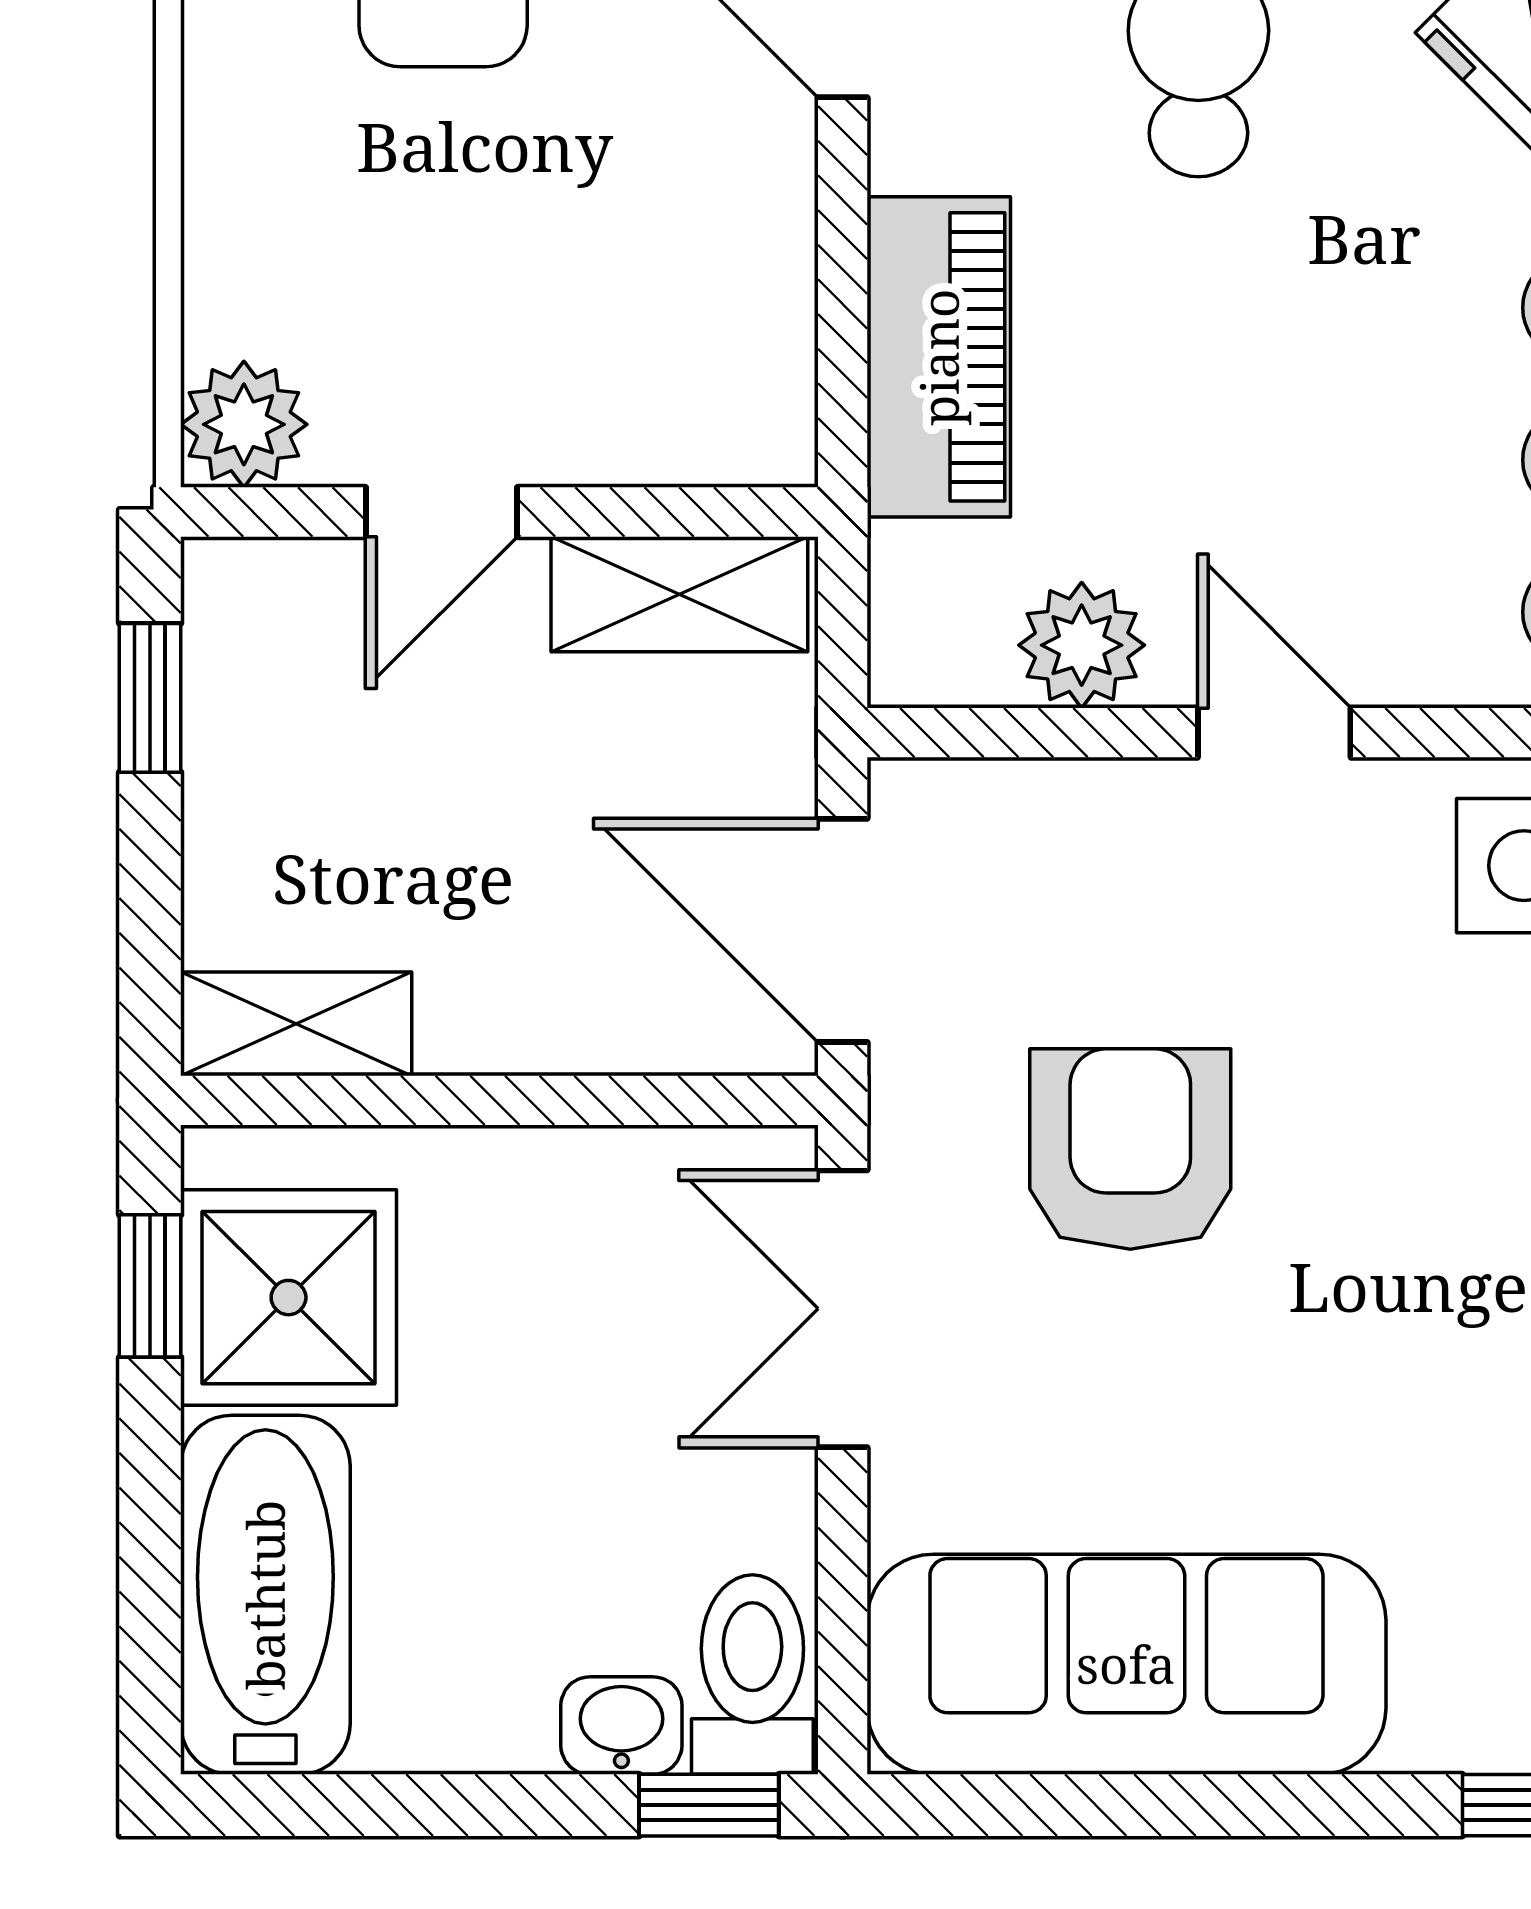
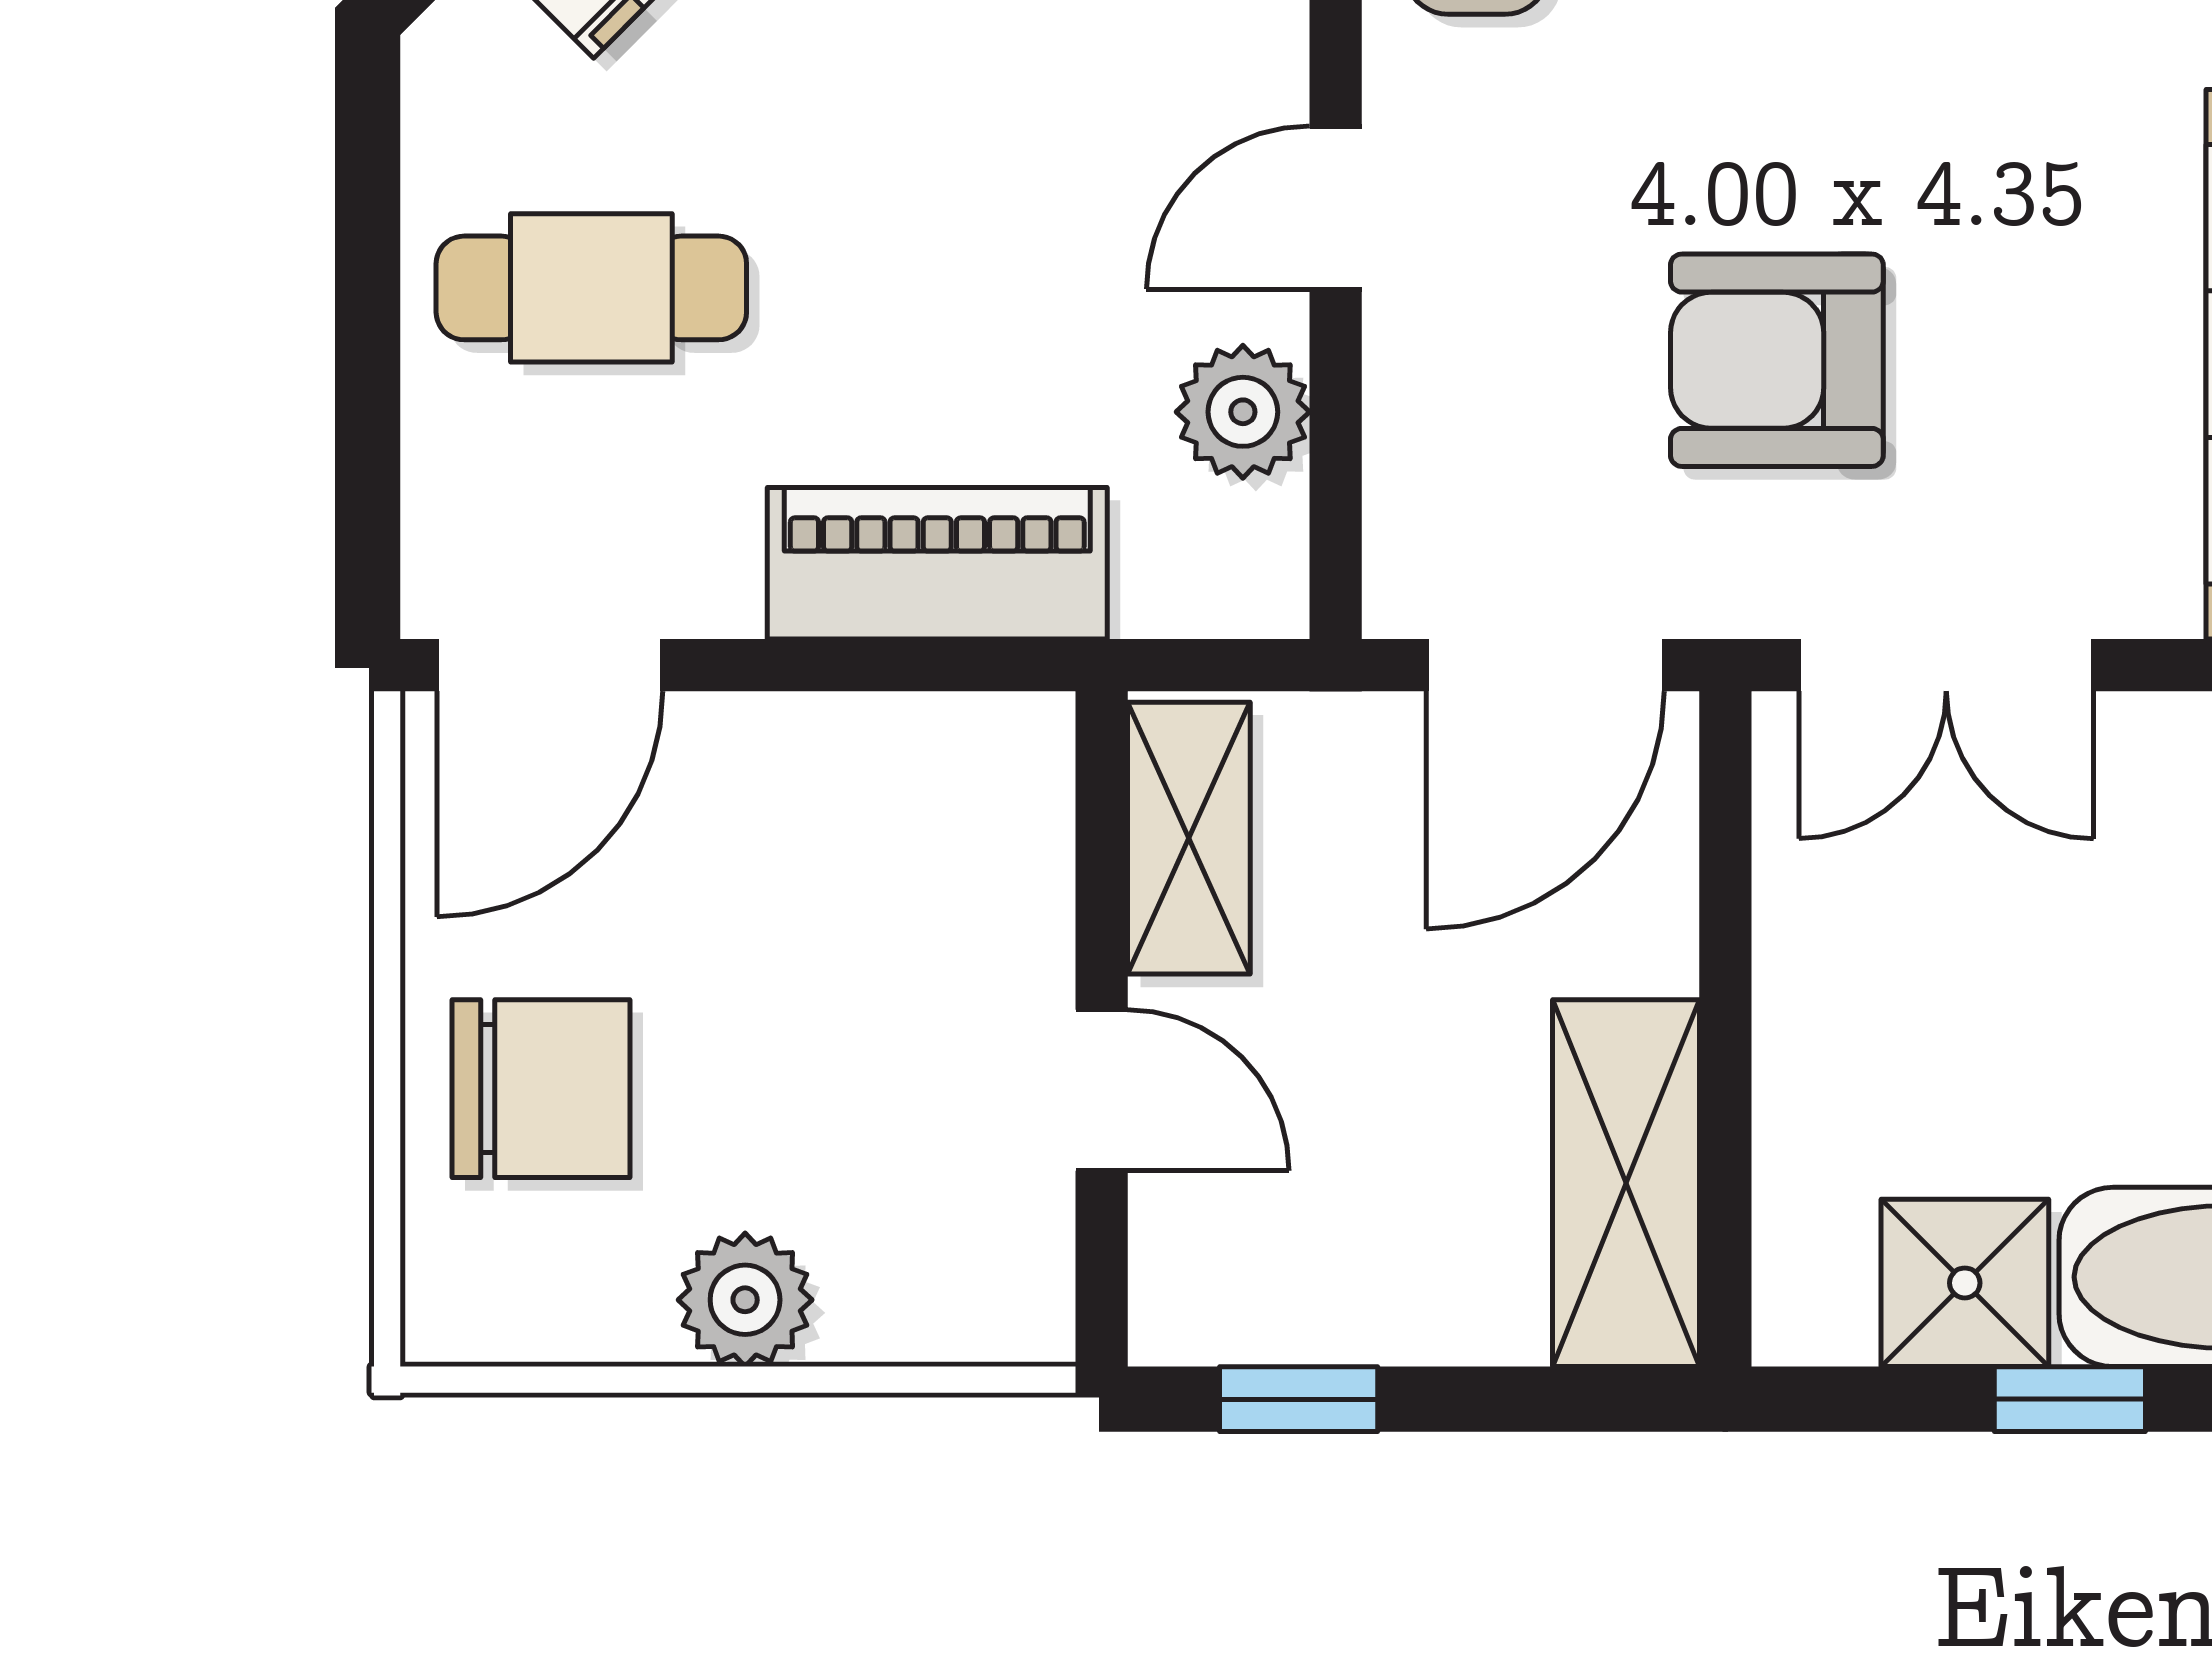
plant: (244, 424) -> (745, 1300), moved
shelving: (296, 1024) -> (1626, 1183), width x1.50, depth x1.33
window: (150, 1286) -> (2070, 1399), moved
shower: (289, 1298) -> (1965, 1283), width x0.73, depth x0.73

